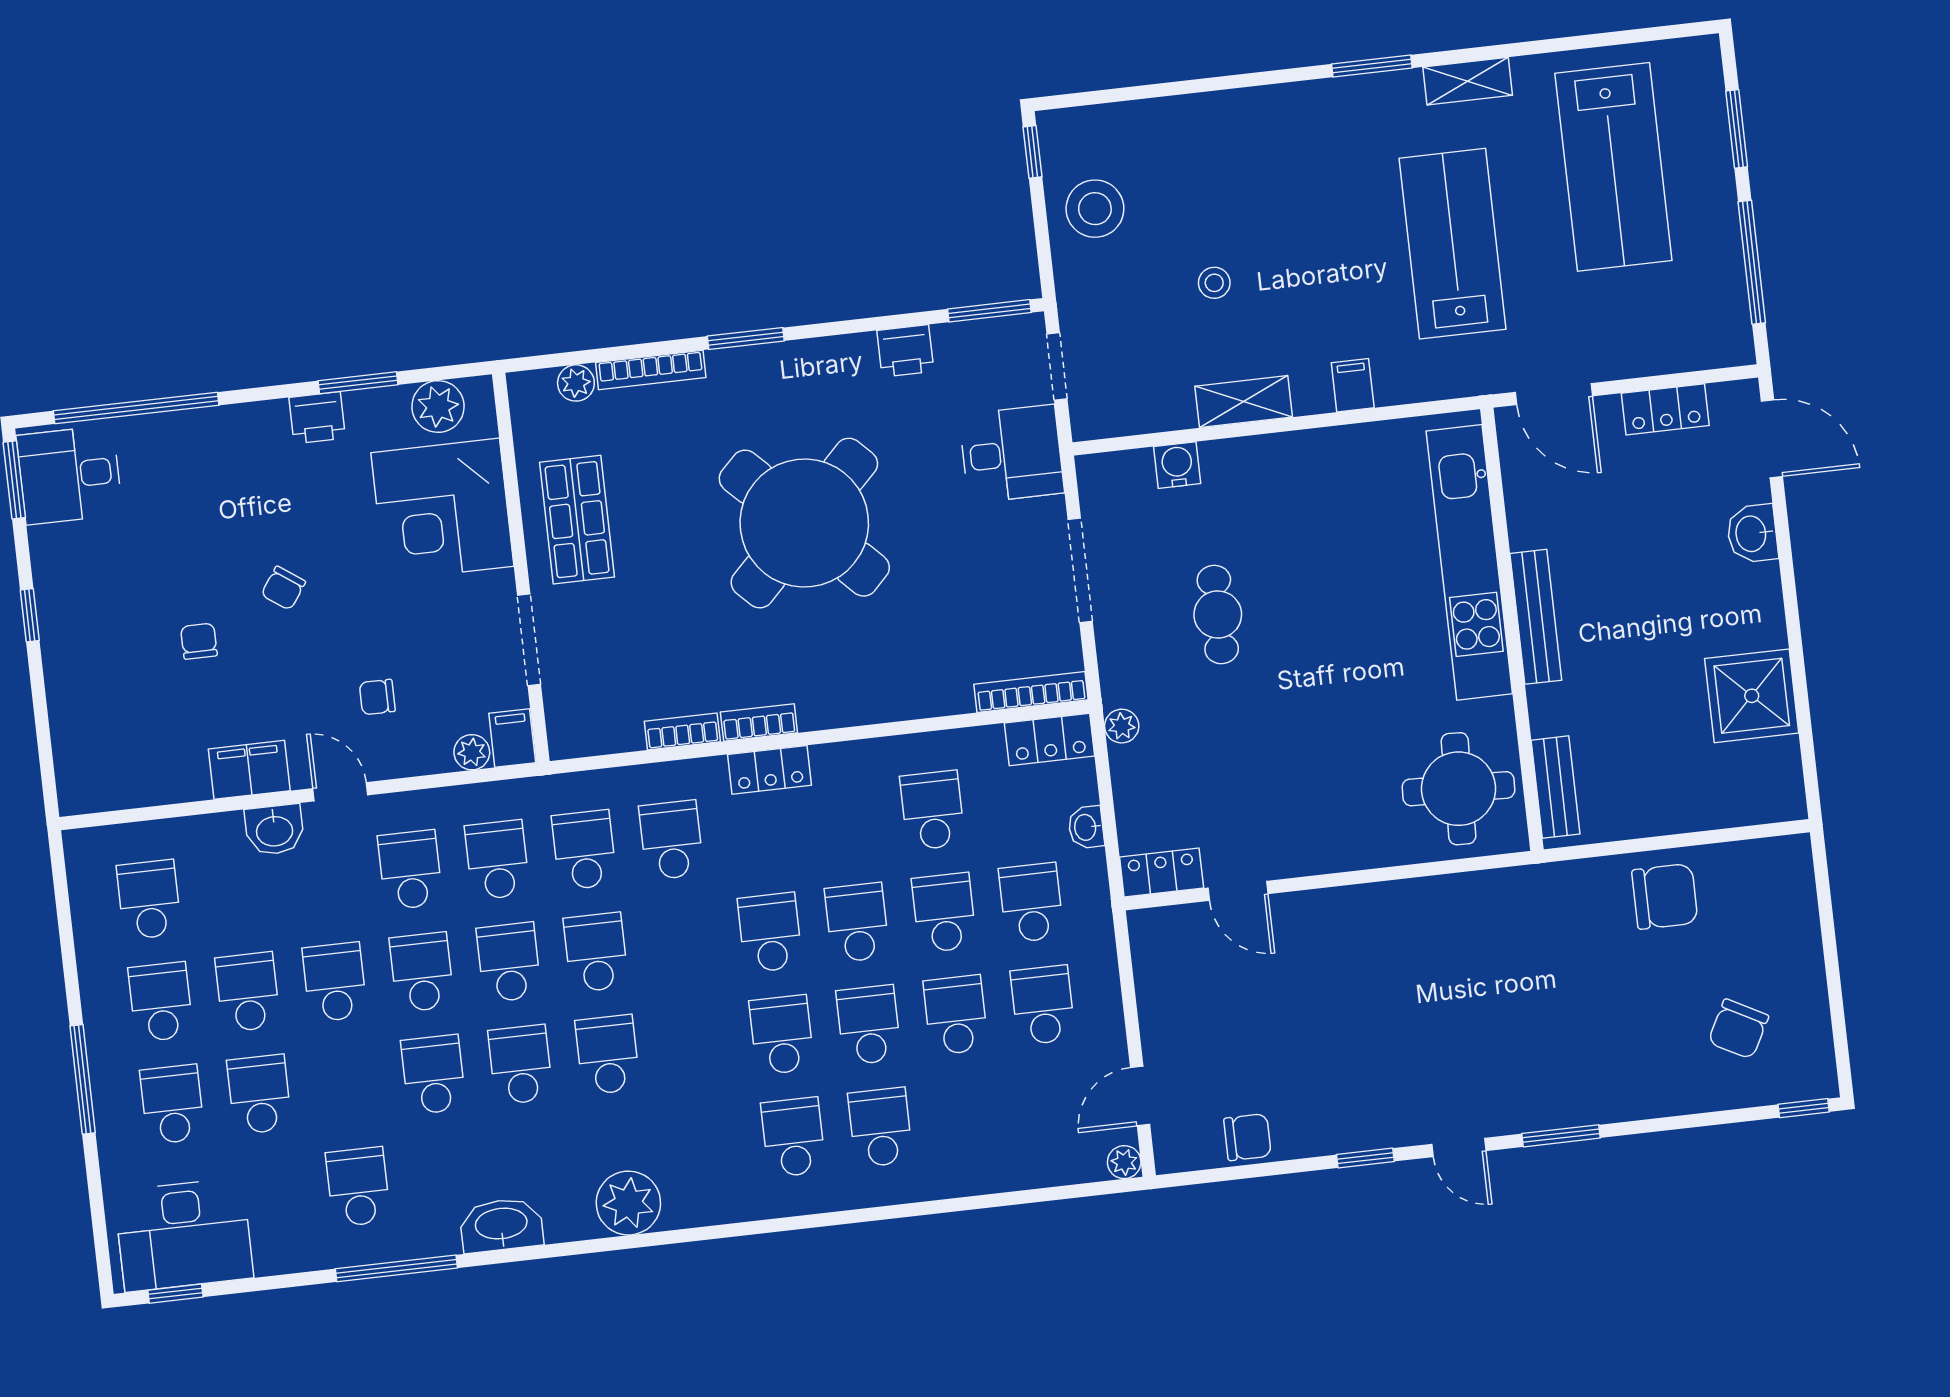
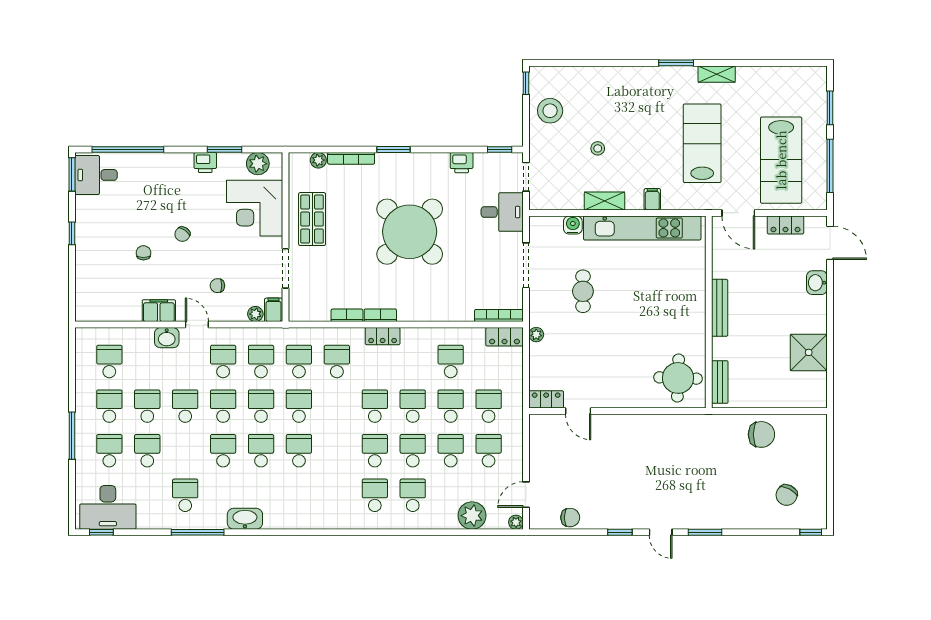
lab bench: (1613, 167) -> (781, 160), moved
window: (989, 311) -> (500, 149), width x0.67
kitchen unit: (1469, 562) -> (642, 228), moved, turned -90
washbasin: (1086, 827) -> (516, 376), removed
plant: (628, 1203) -> (472, 516), moved

